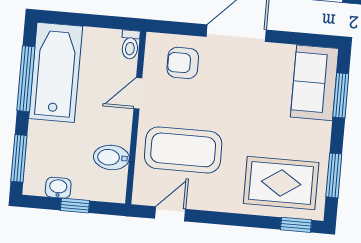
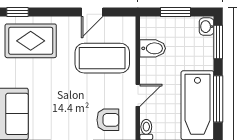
washbasin: (58, 188) -> (207, 27), moved, turned 90
window: (75, 206) -> (176, 12), width x1.50
door: (170, 214) -> (92, 12), moved

